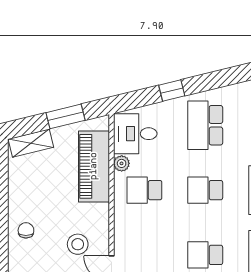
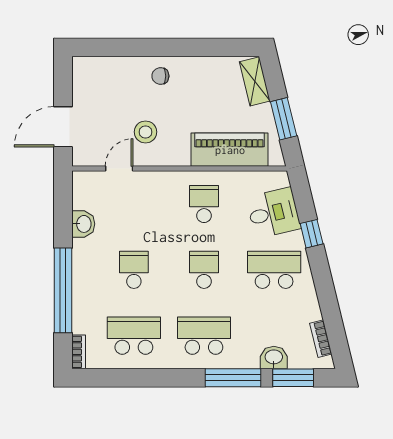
desk: (135, 134) -> (273, 213), moved, turned 76
plant: (122, 163) -> (233, 179), removed
chair: (26, 230) -> (160, 76), turned 180

